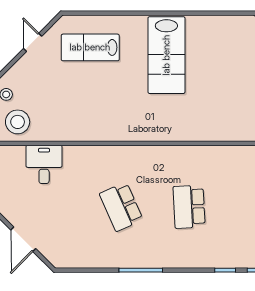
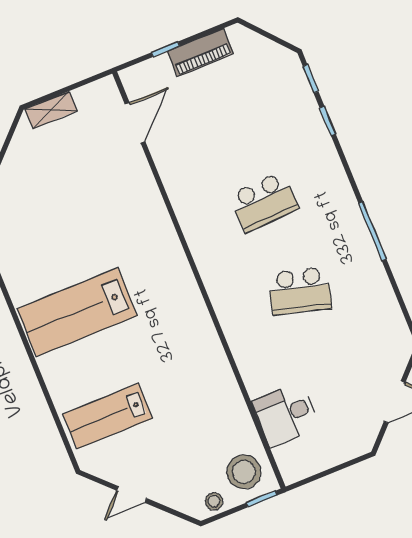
lab bench: (90, 47) -> (108, 416), turned 90
lab bench: (166, 55) -> (77, 312), turned 180
school desk: (121, 207) -> (300, 291), turned 39

